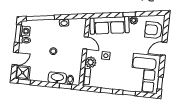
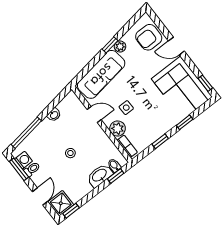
door: (164, 49) -> (176, 46), hinge flipped

